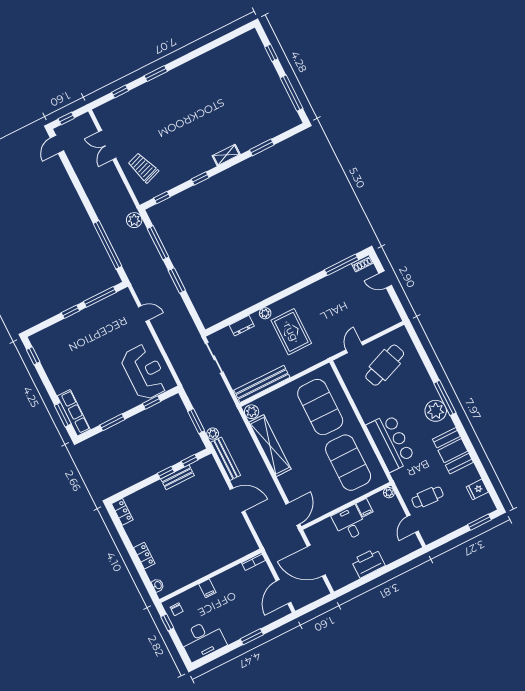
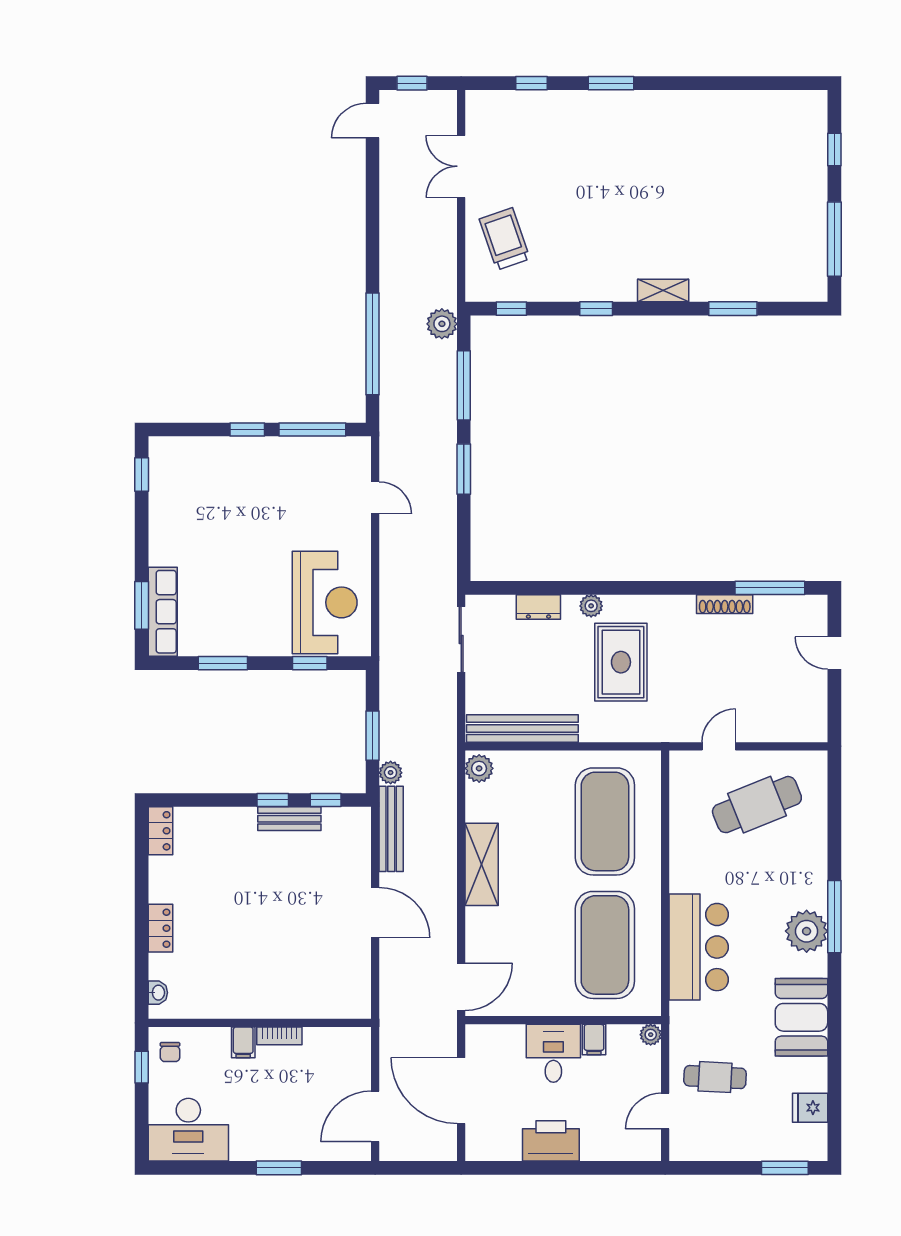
shoe rack: (362, 263) -> (725, 604), moved, width x1.43
shelving: (270, 446) -> (482, 864), width x0.68
bookcase: (253, 561) -> (279, 1036), moved

